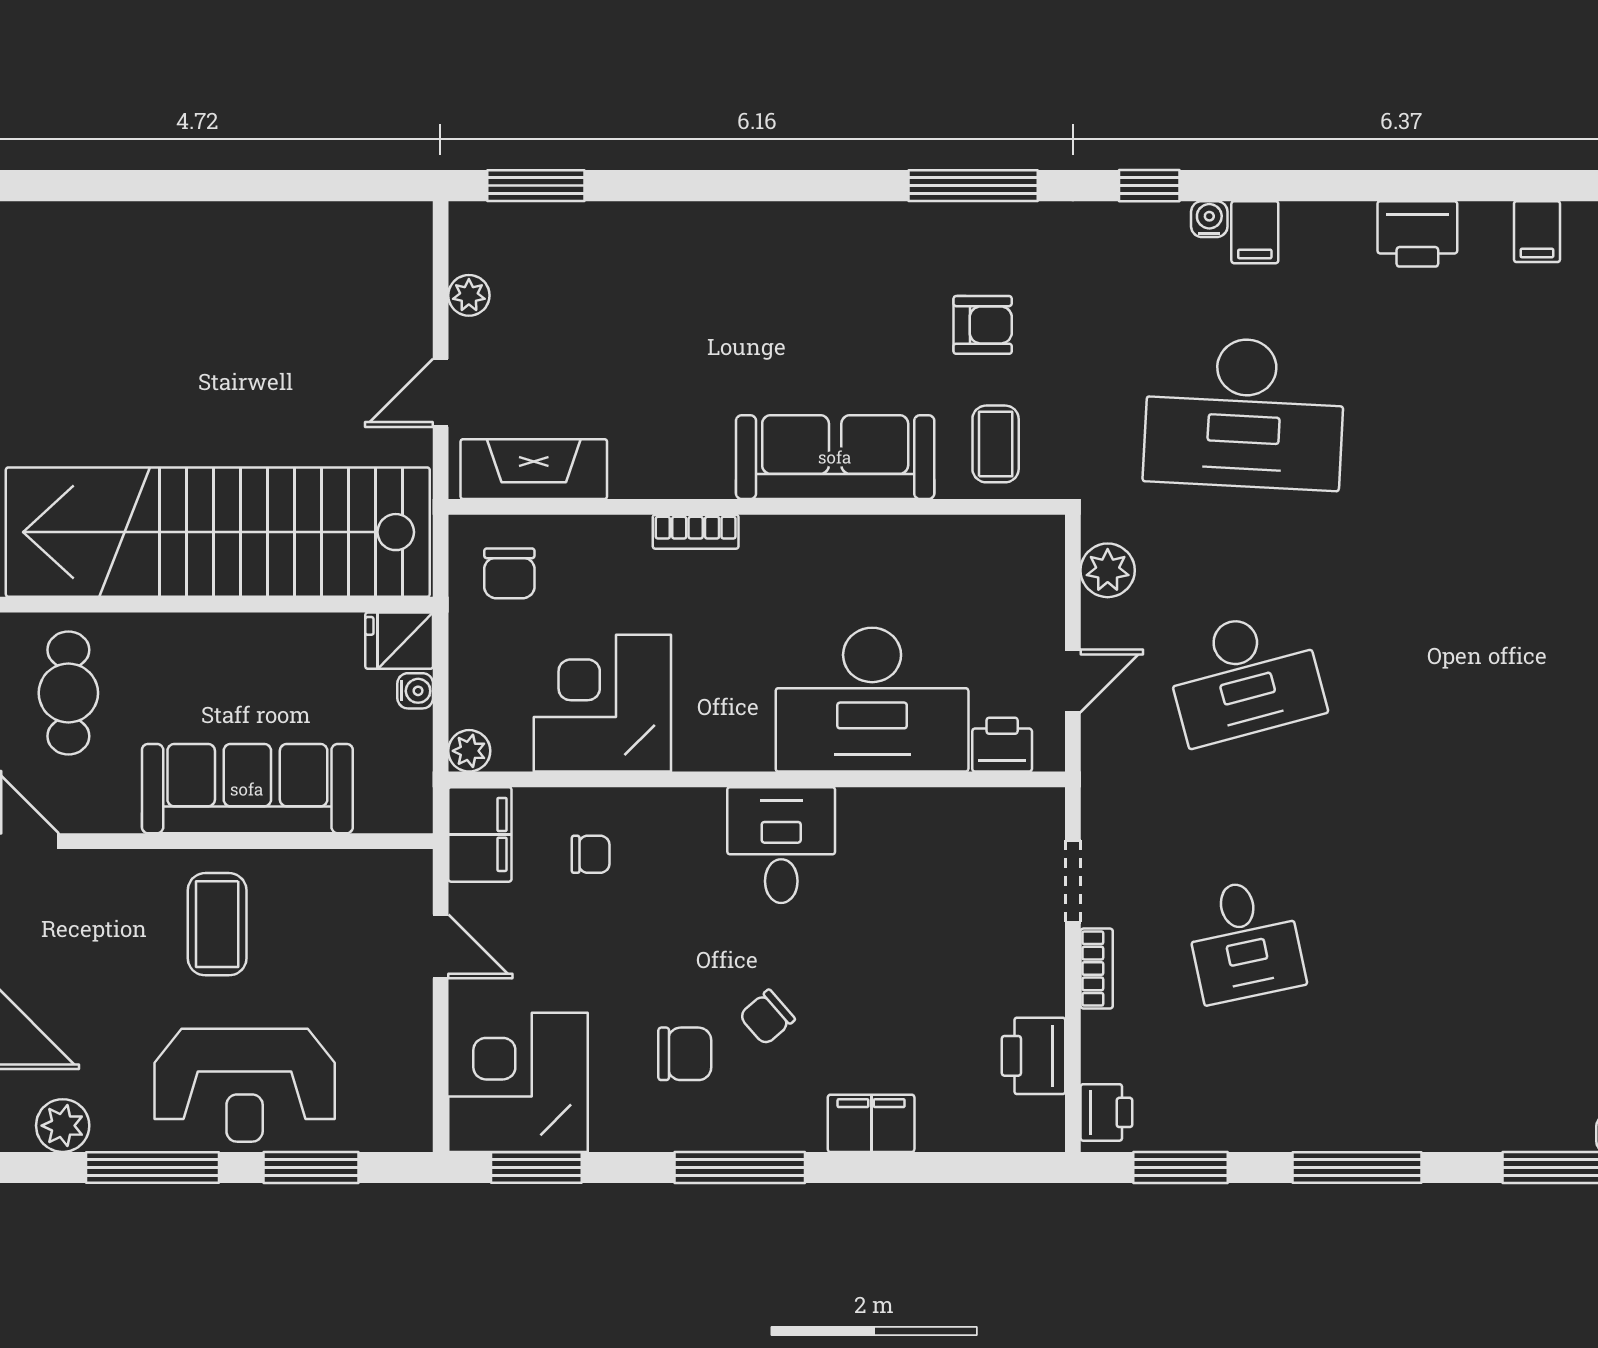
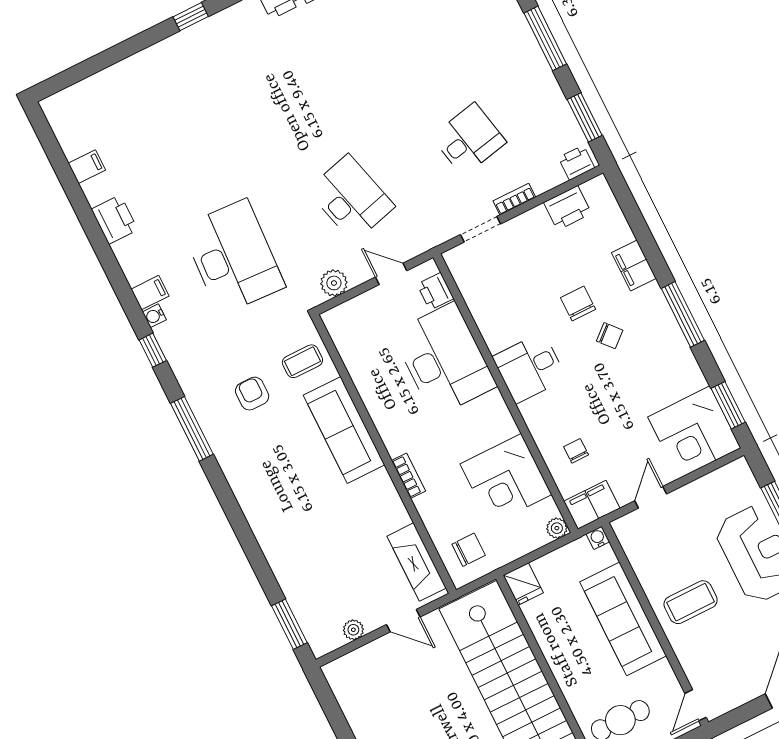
water cooler: (415, 691) -> (598, 538), moved
chair: (685, 1054) -> (578, 303), moved

